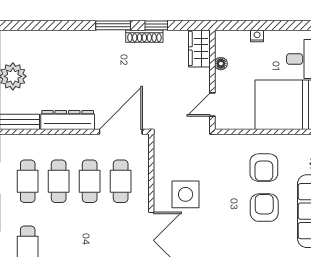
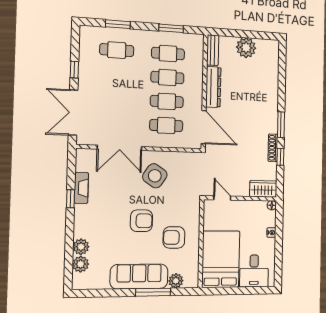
floor lamp: (221, 64) -> (272, 205), moved
side table: (186, 194) -> (155, 176), turned 34
armchair: (264, 208) -> (141, 221), moved

